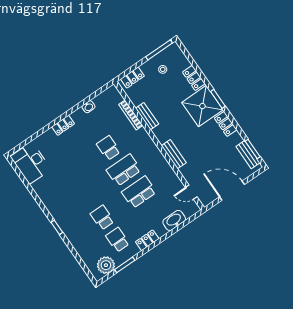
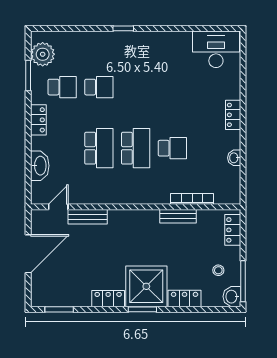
washbasin: (173, 50) -> (232, 297), added
bench: (174, 154) -> (88, 217), moved
bench: (248, 155) -> (56, 300), removed

